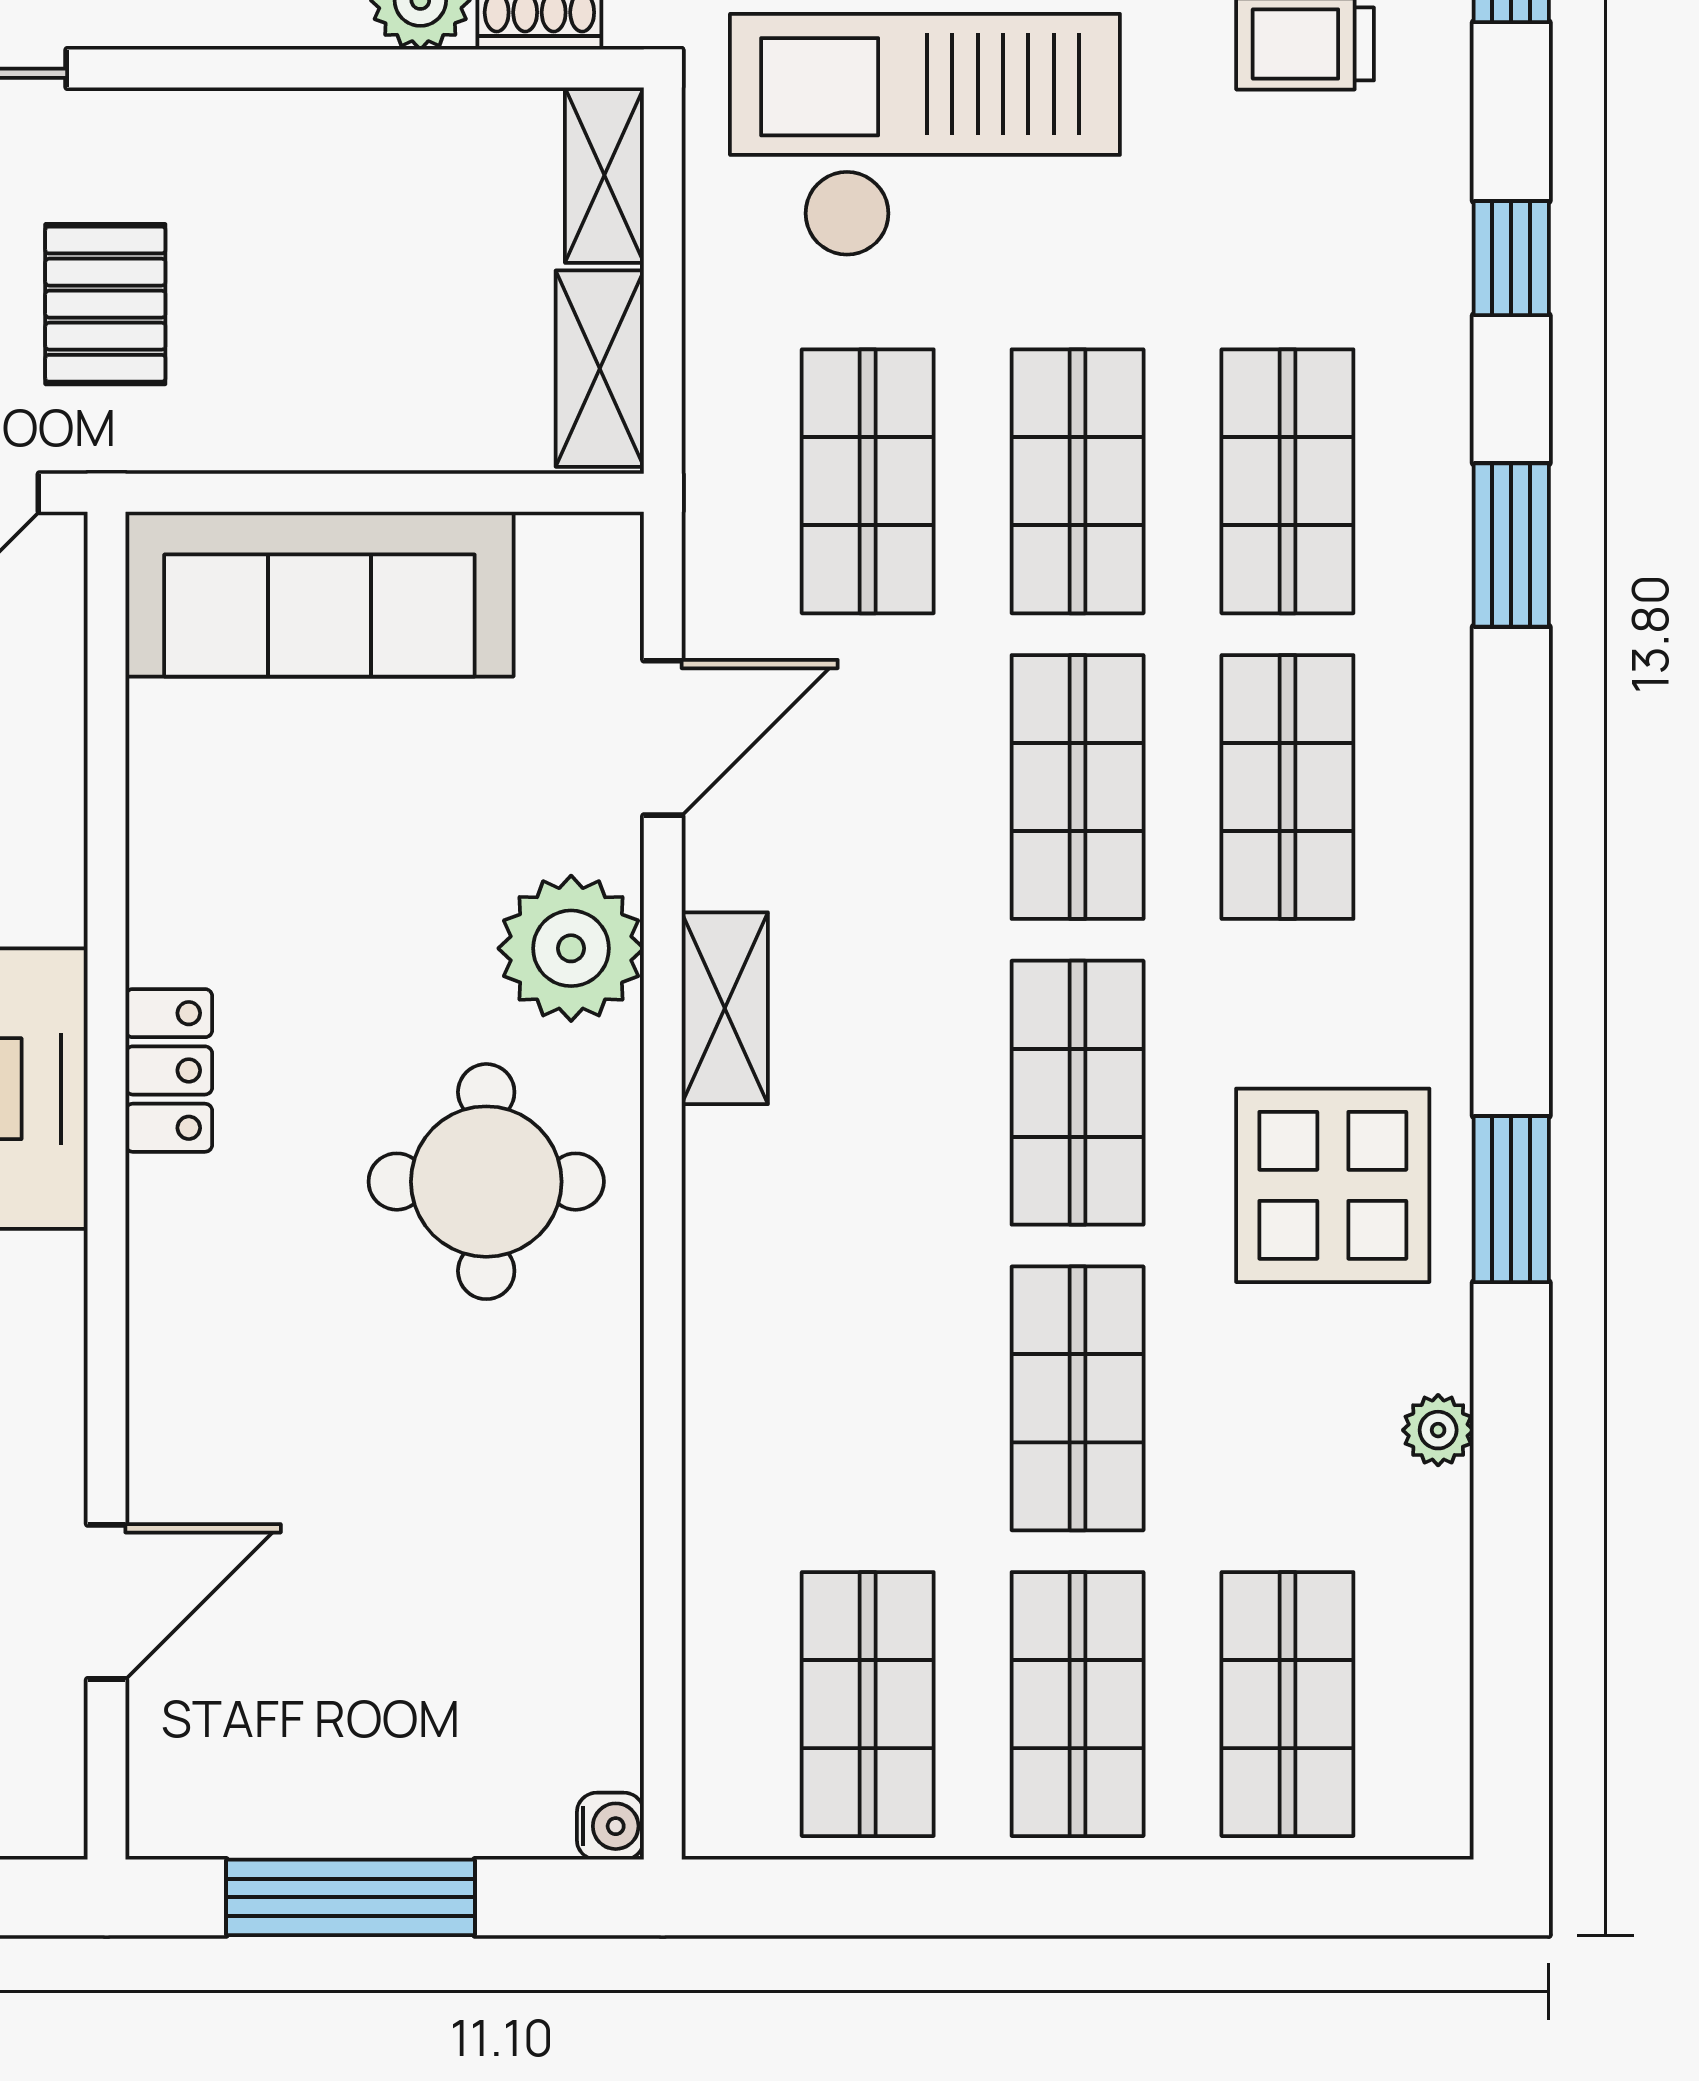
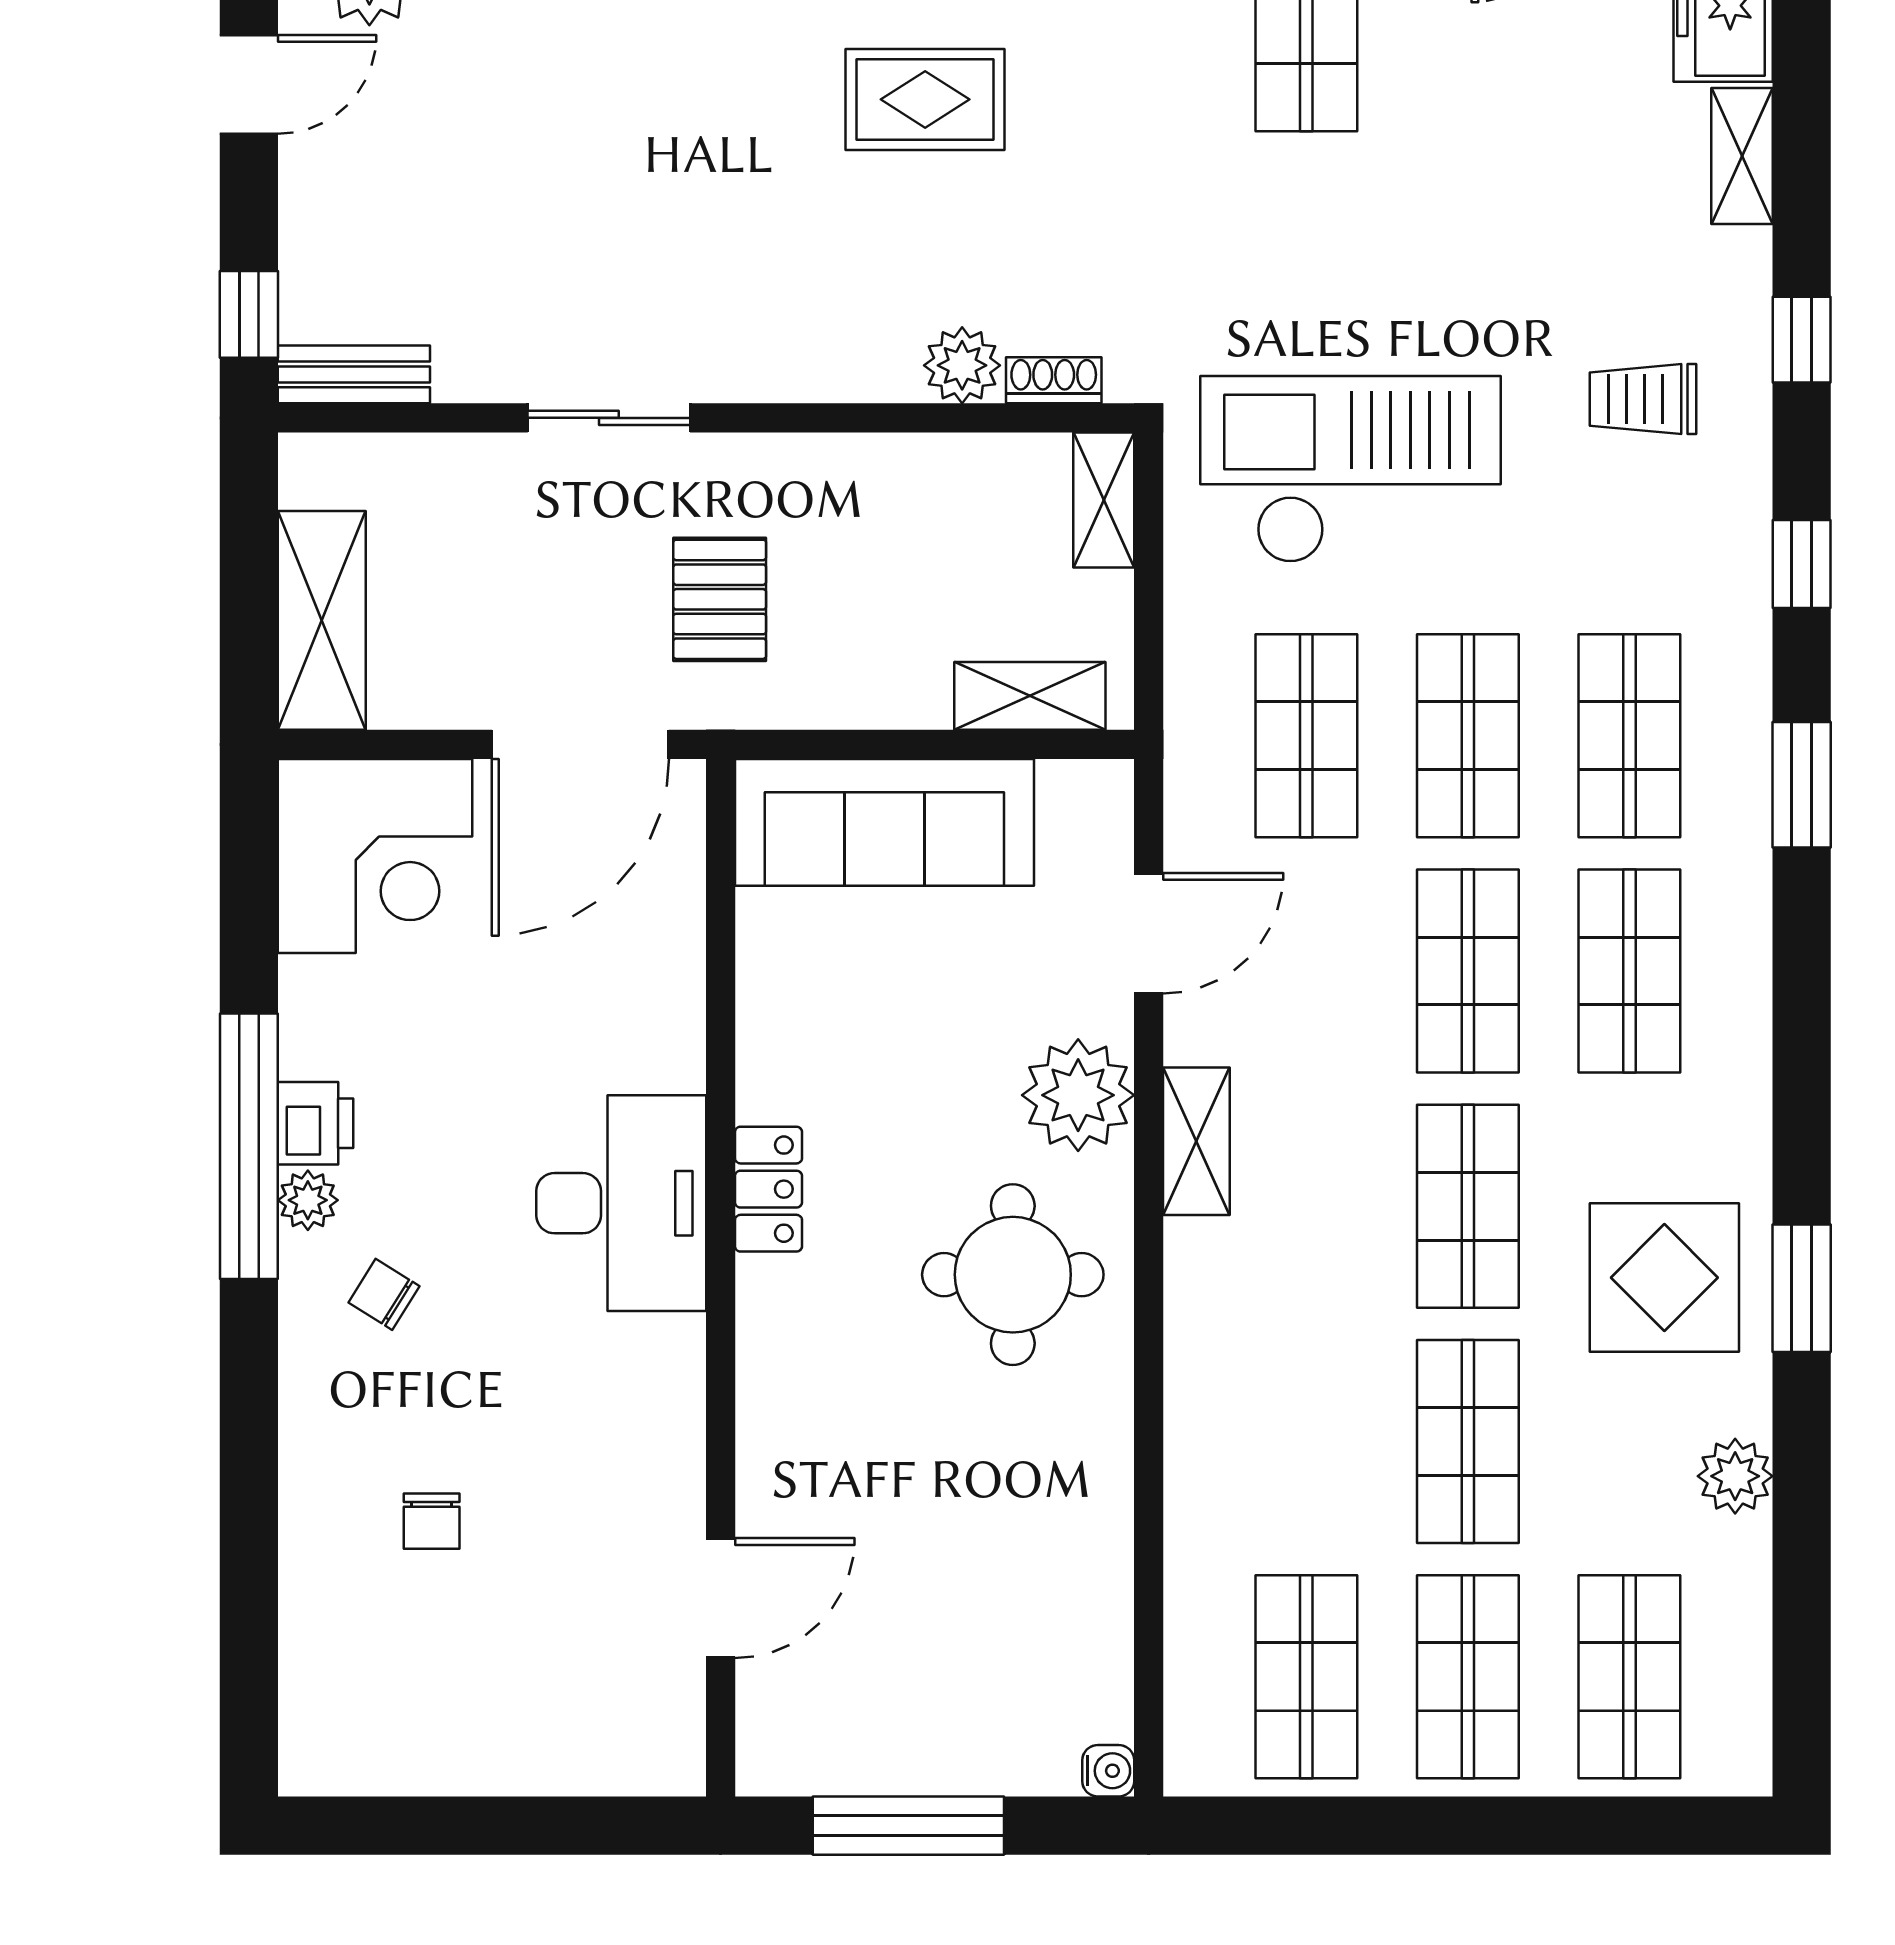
shelving: (600, 369) -> (1030, 696), moved, turned 90
plant: (1438, 1430) -> (1735, 1476), width x1.38, depth x1.38

